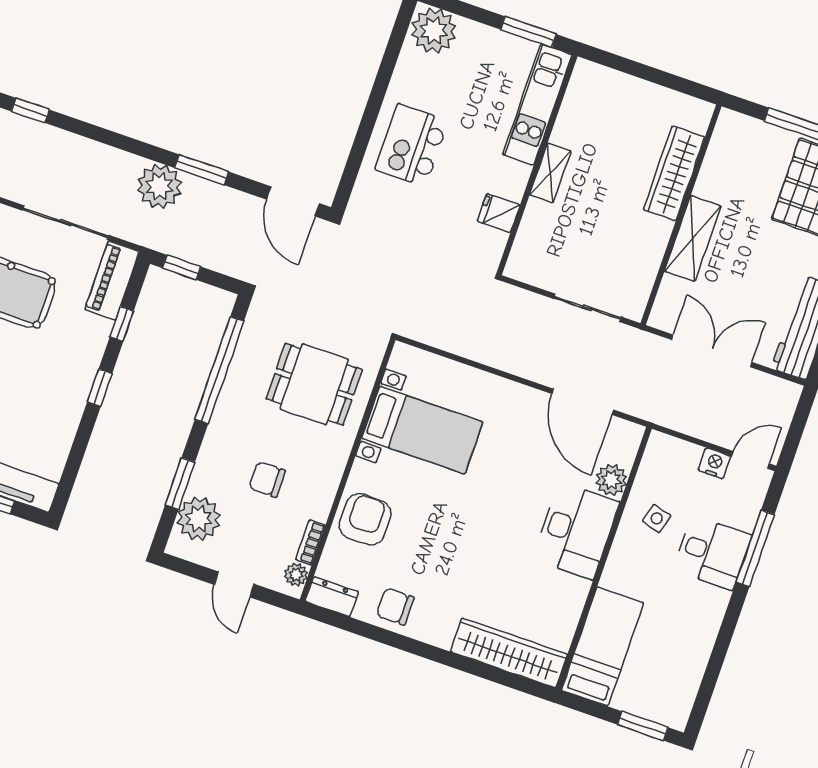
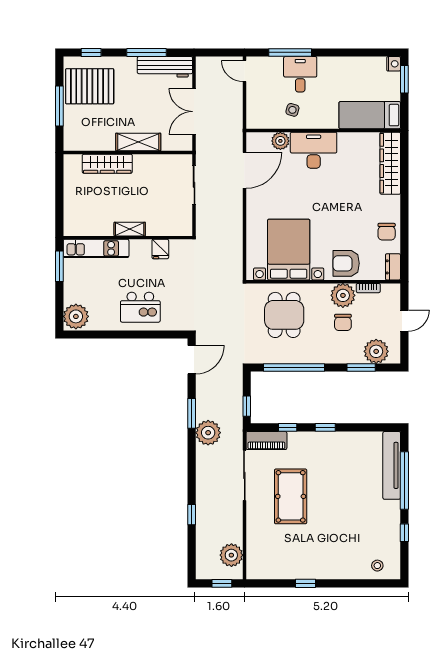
bed with nightstands: (422, 430) -> (289, 250), width x1.36
nightstand: (714, 463) -> (394, 64), moved, turned 180
plant: (296, 575) -> (343, 295), moved, width x1.87, depth x1.87

